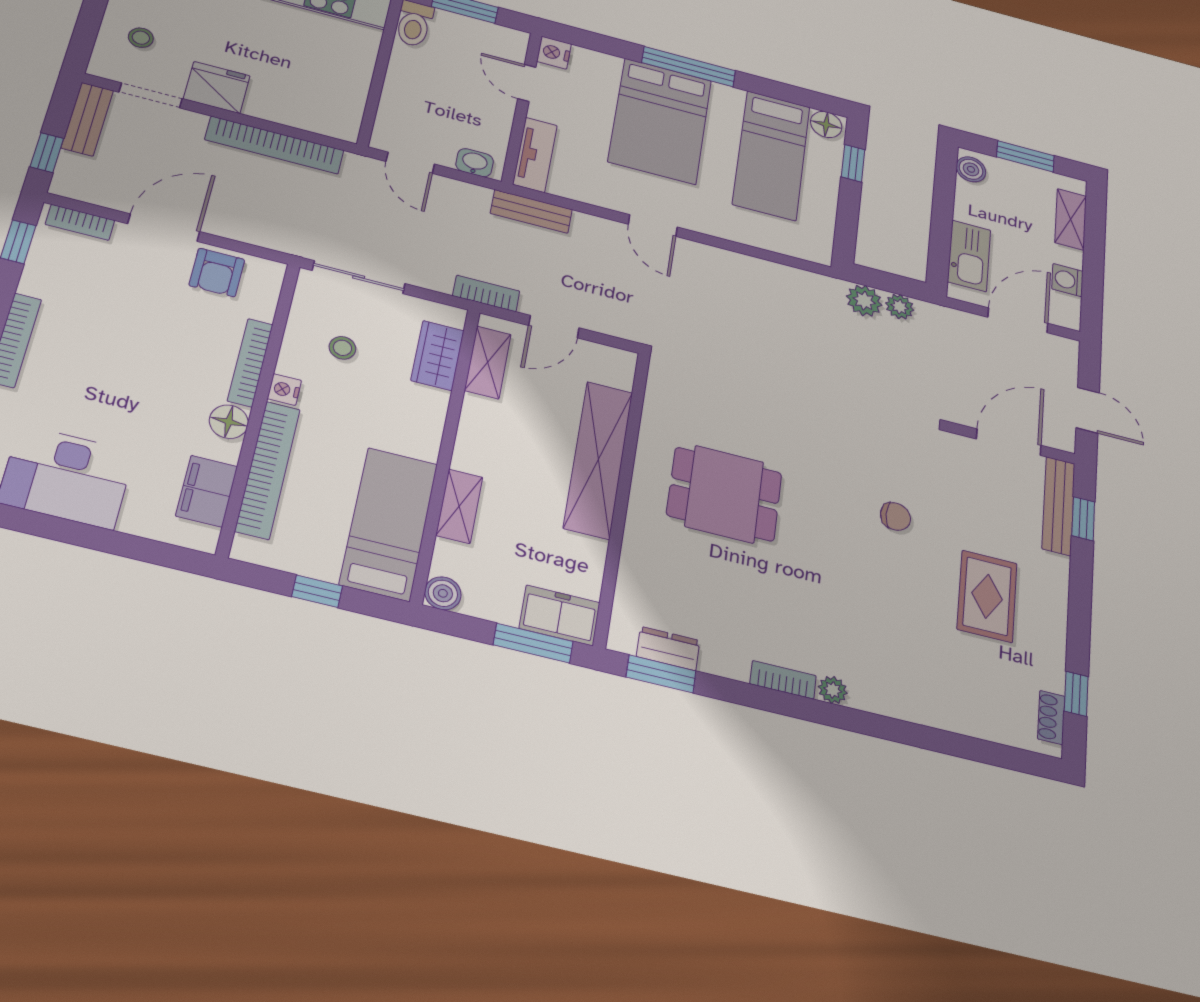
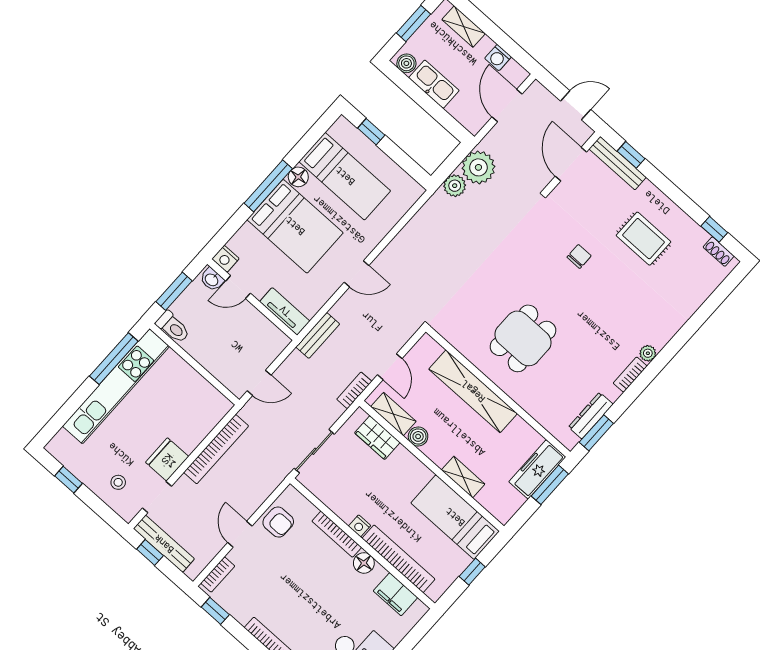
bench: (87, 119) -> (164, 544), width x1.36
floor lamp: (826, 125) -> (298, 177), moved
window: (47, 153) -> (150, 552), moved
washbasin: (475, 163) -> (212, 279), moved, turned -90
door: (164, 228) -> (240, 534), width x0.73
kitchen sink: (969, 256) -> (434, 84), moved
plant: (900, 307) -> (478, 167), width x1.88, depth x1.88
stool: (342, 348) -> (350, 483), removed
boiler: (443, 593) -> (418, 436), moved
freezer: (560, 615) -> (537, 469), width x1.40
dresser: (668, 648) -> (591, 416), width x1.44

